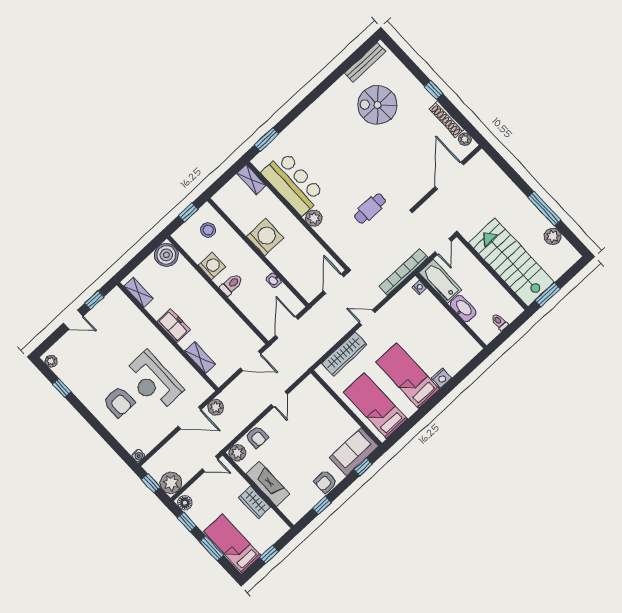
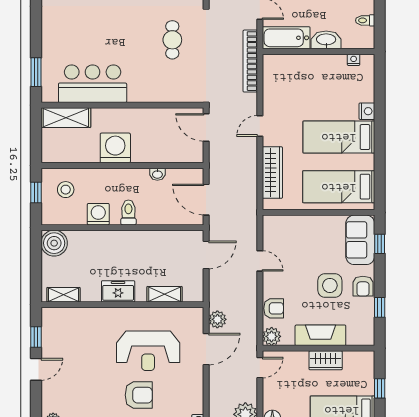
shelving: (252, 180) -> (66, 118), width x1.50, depth x1.33
plant: (314, 218) -> (137, 94), removed
nightstand: (419, 287) -> (354, 60), moved
side table: (306, 460) -> (330, 285), added

